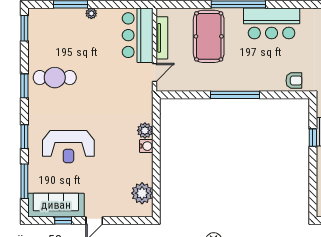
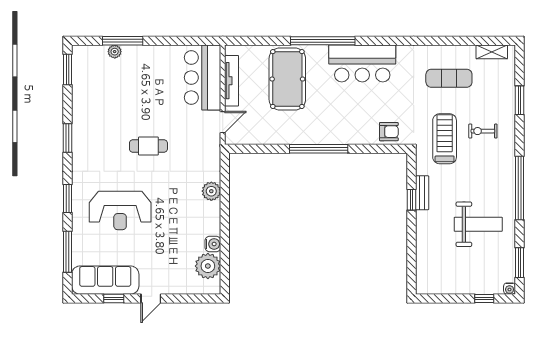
plant: (91, 13) -> (115, 52), moved
cafe table: (55, 78) -> (148, 146), moved, width x0.73, depth x0.74
water cooler: (146, 146) -> (213, 244), moved

